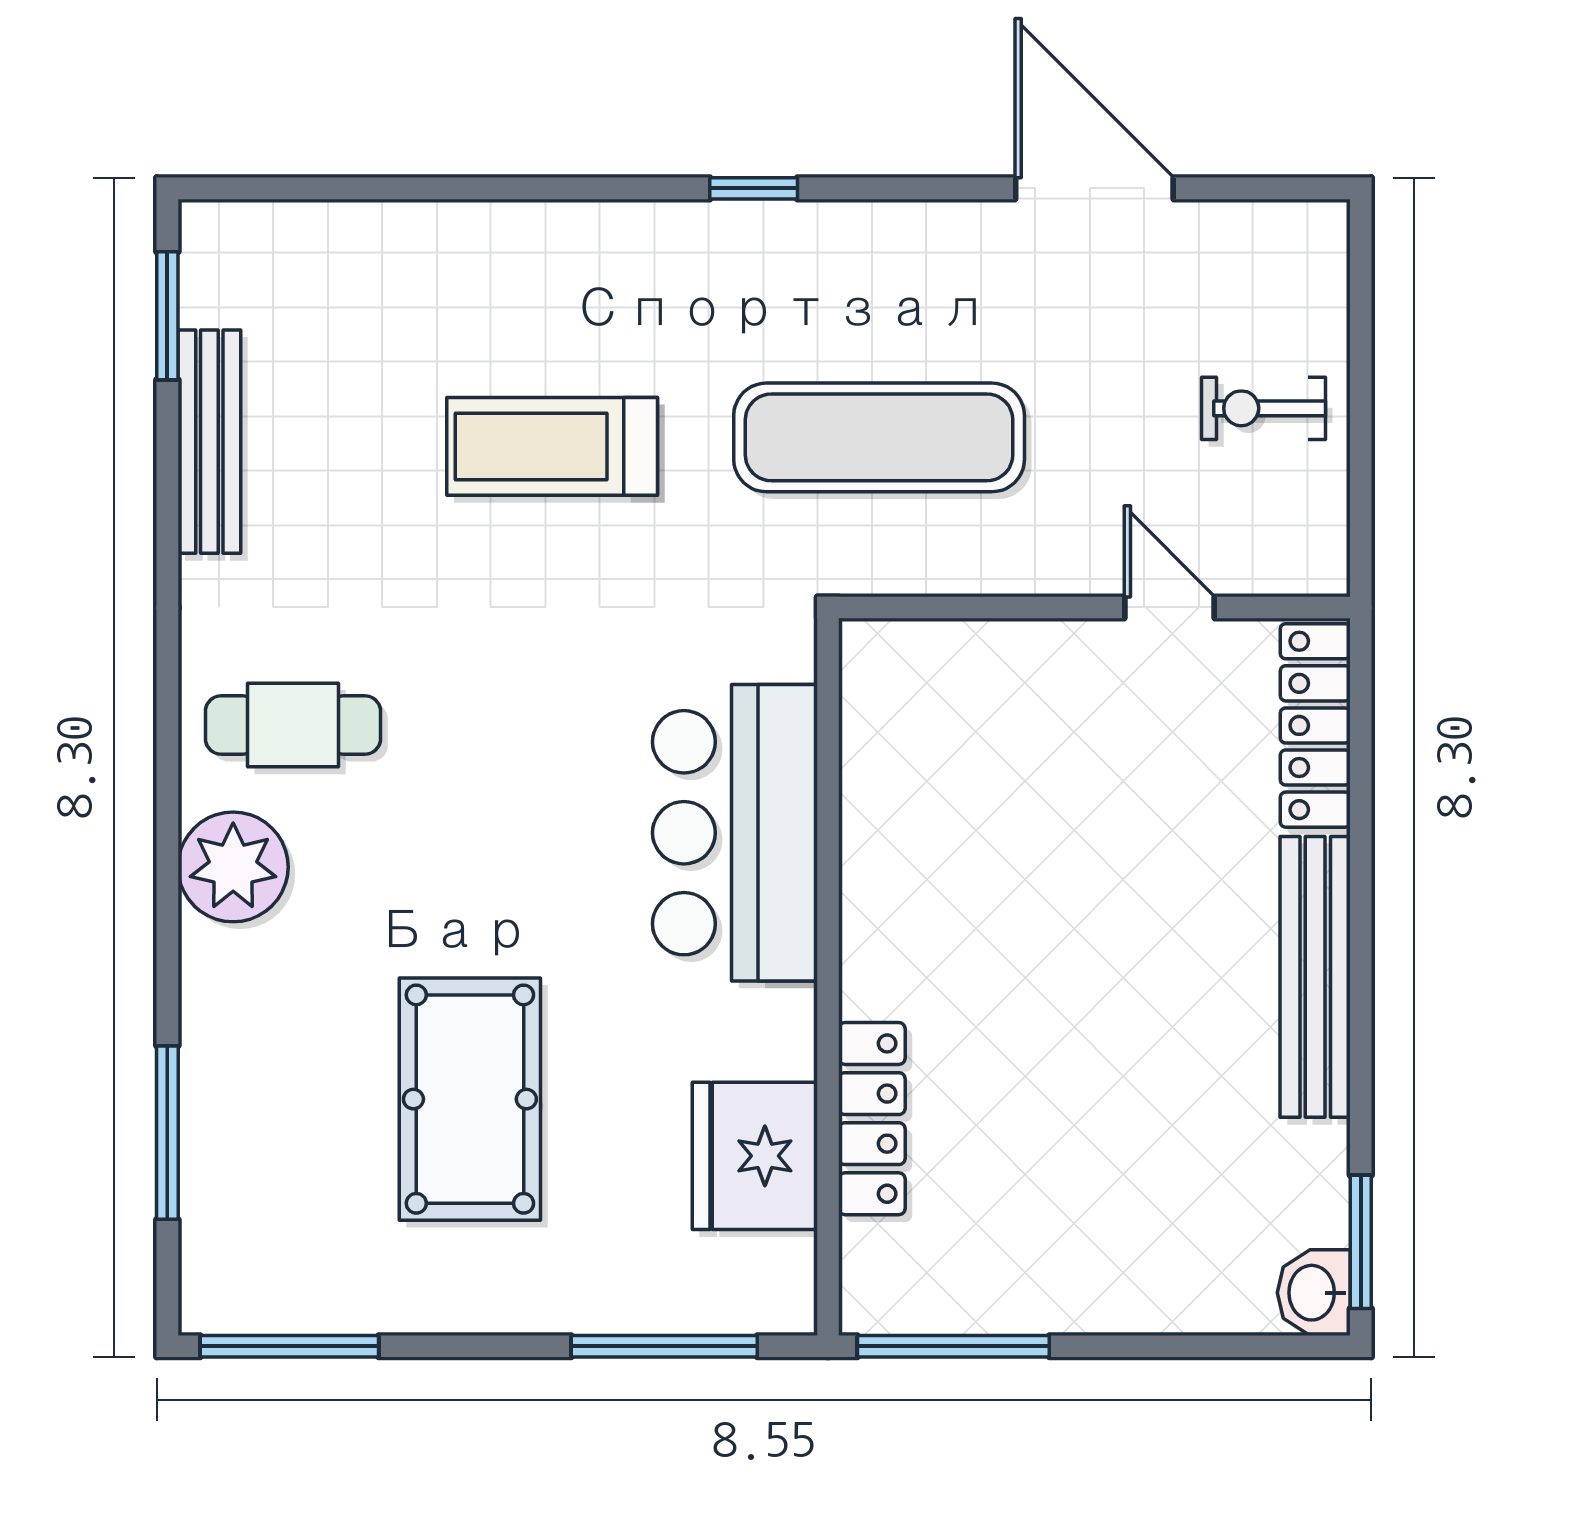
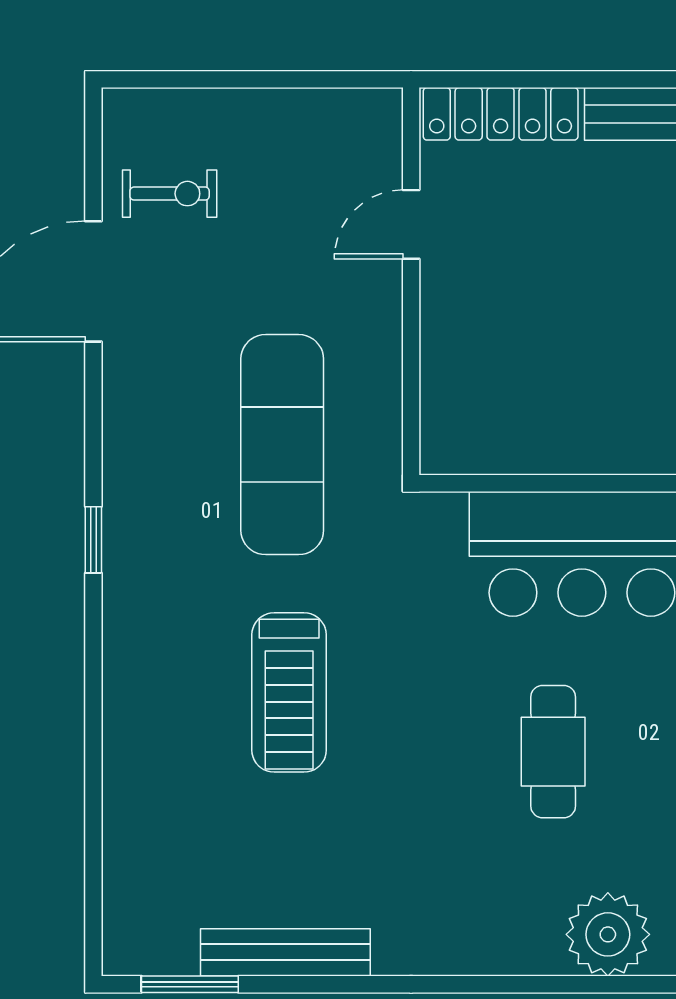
exercise bike: (1263, 408) -> (170, 194), moved, turned -90
cafe table: (293, 725) -> (553, 752), moved

